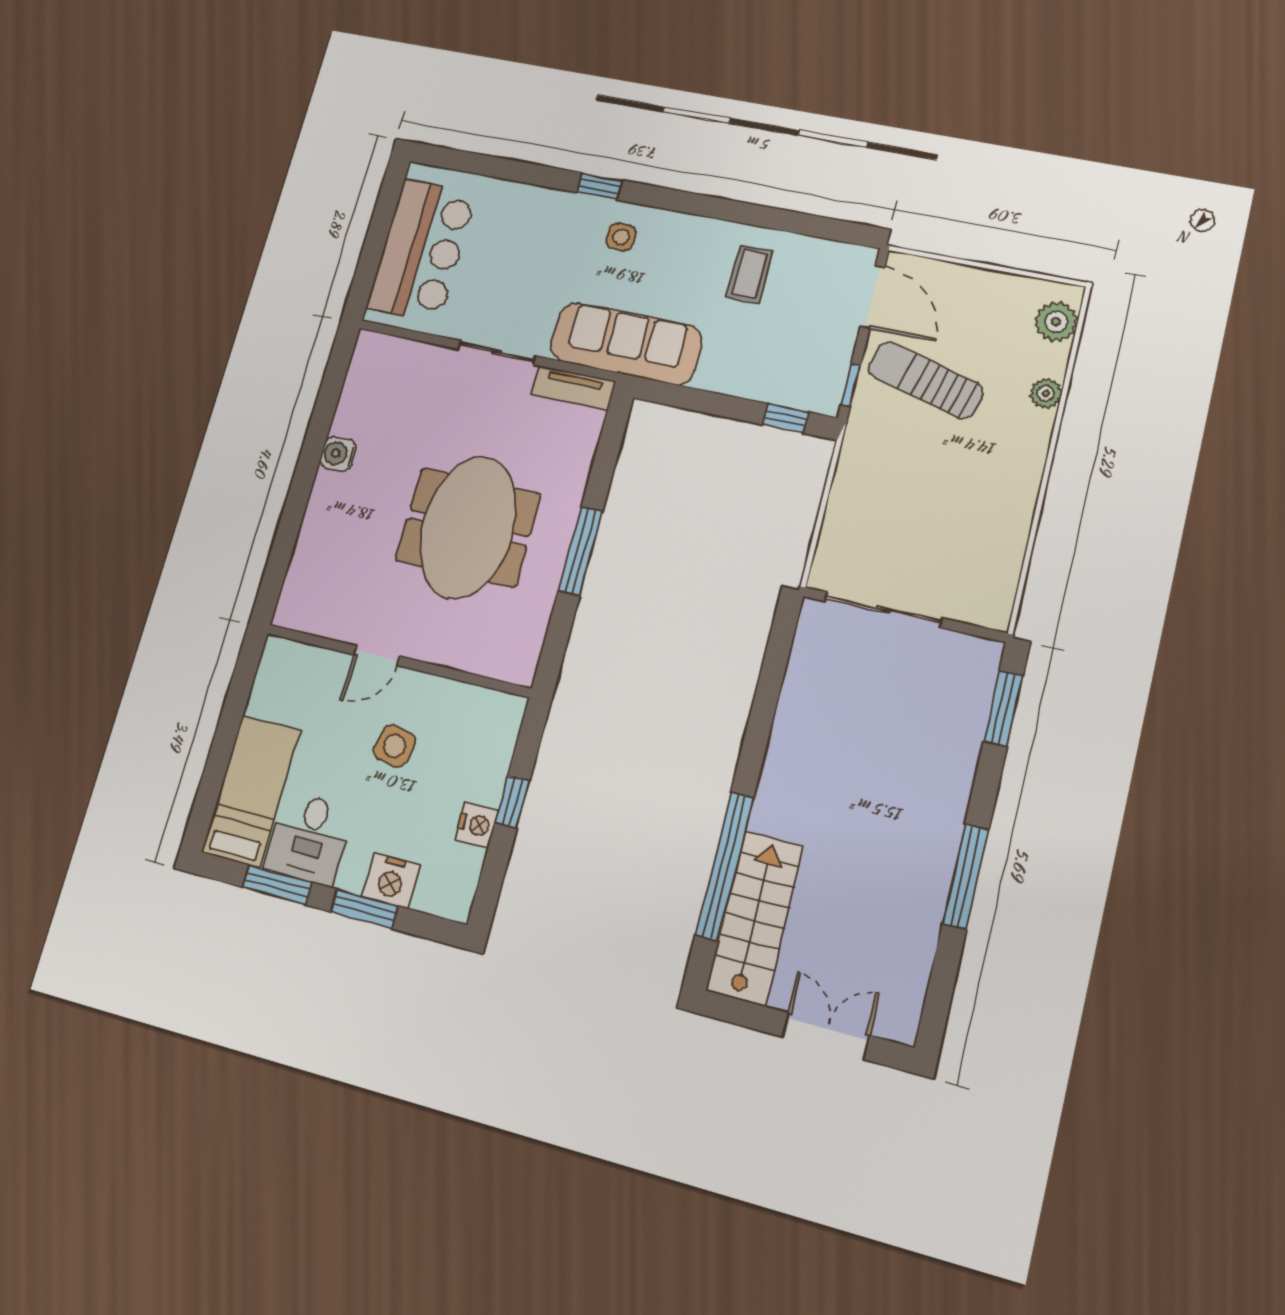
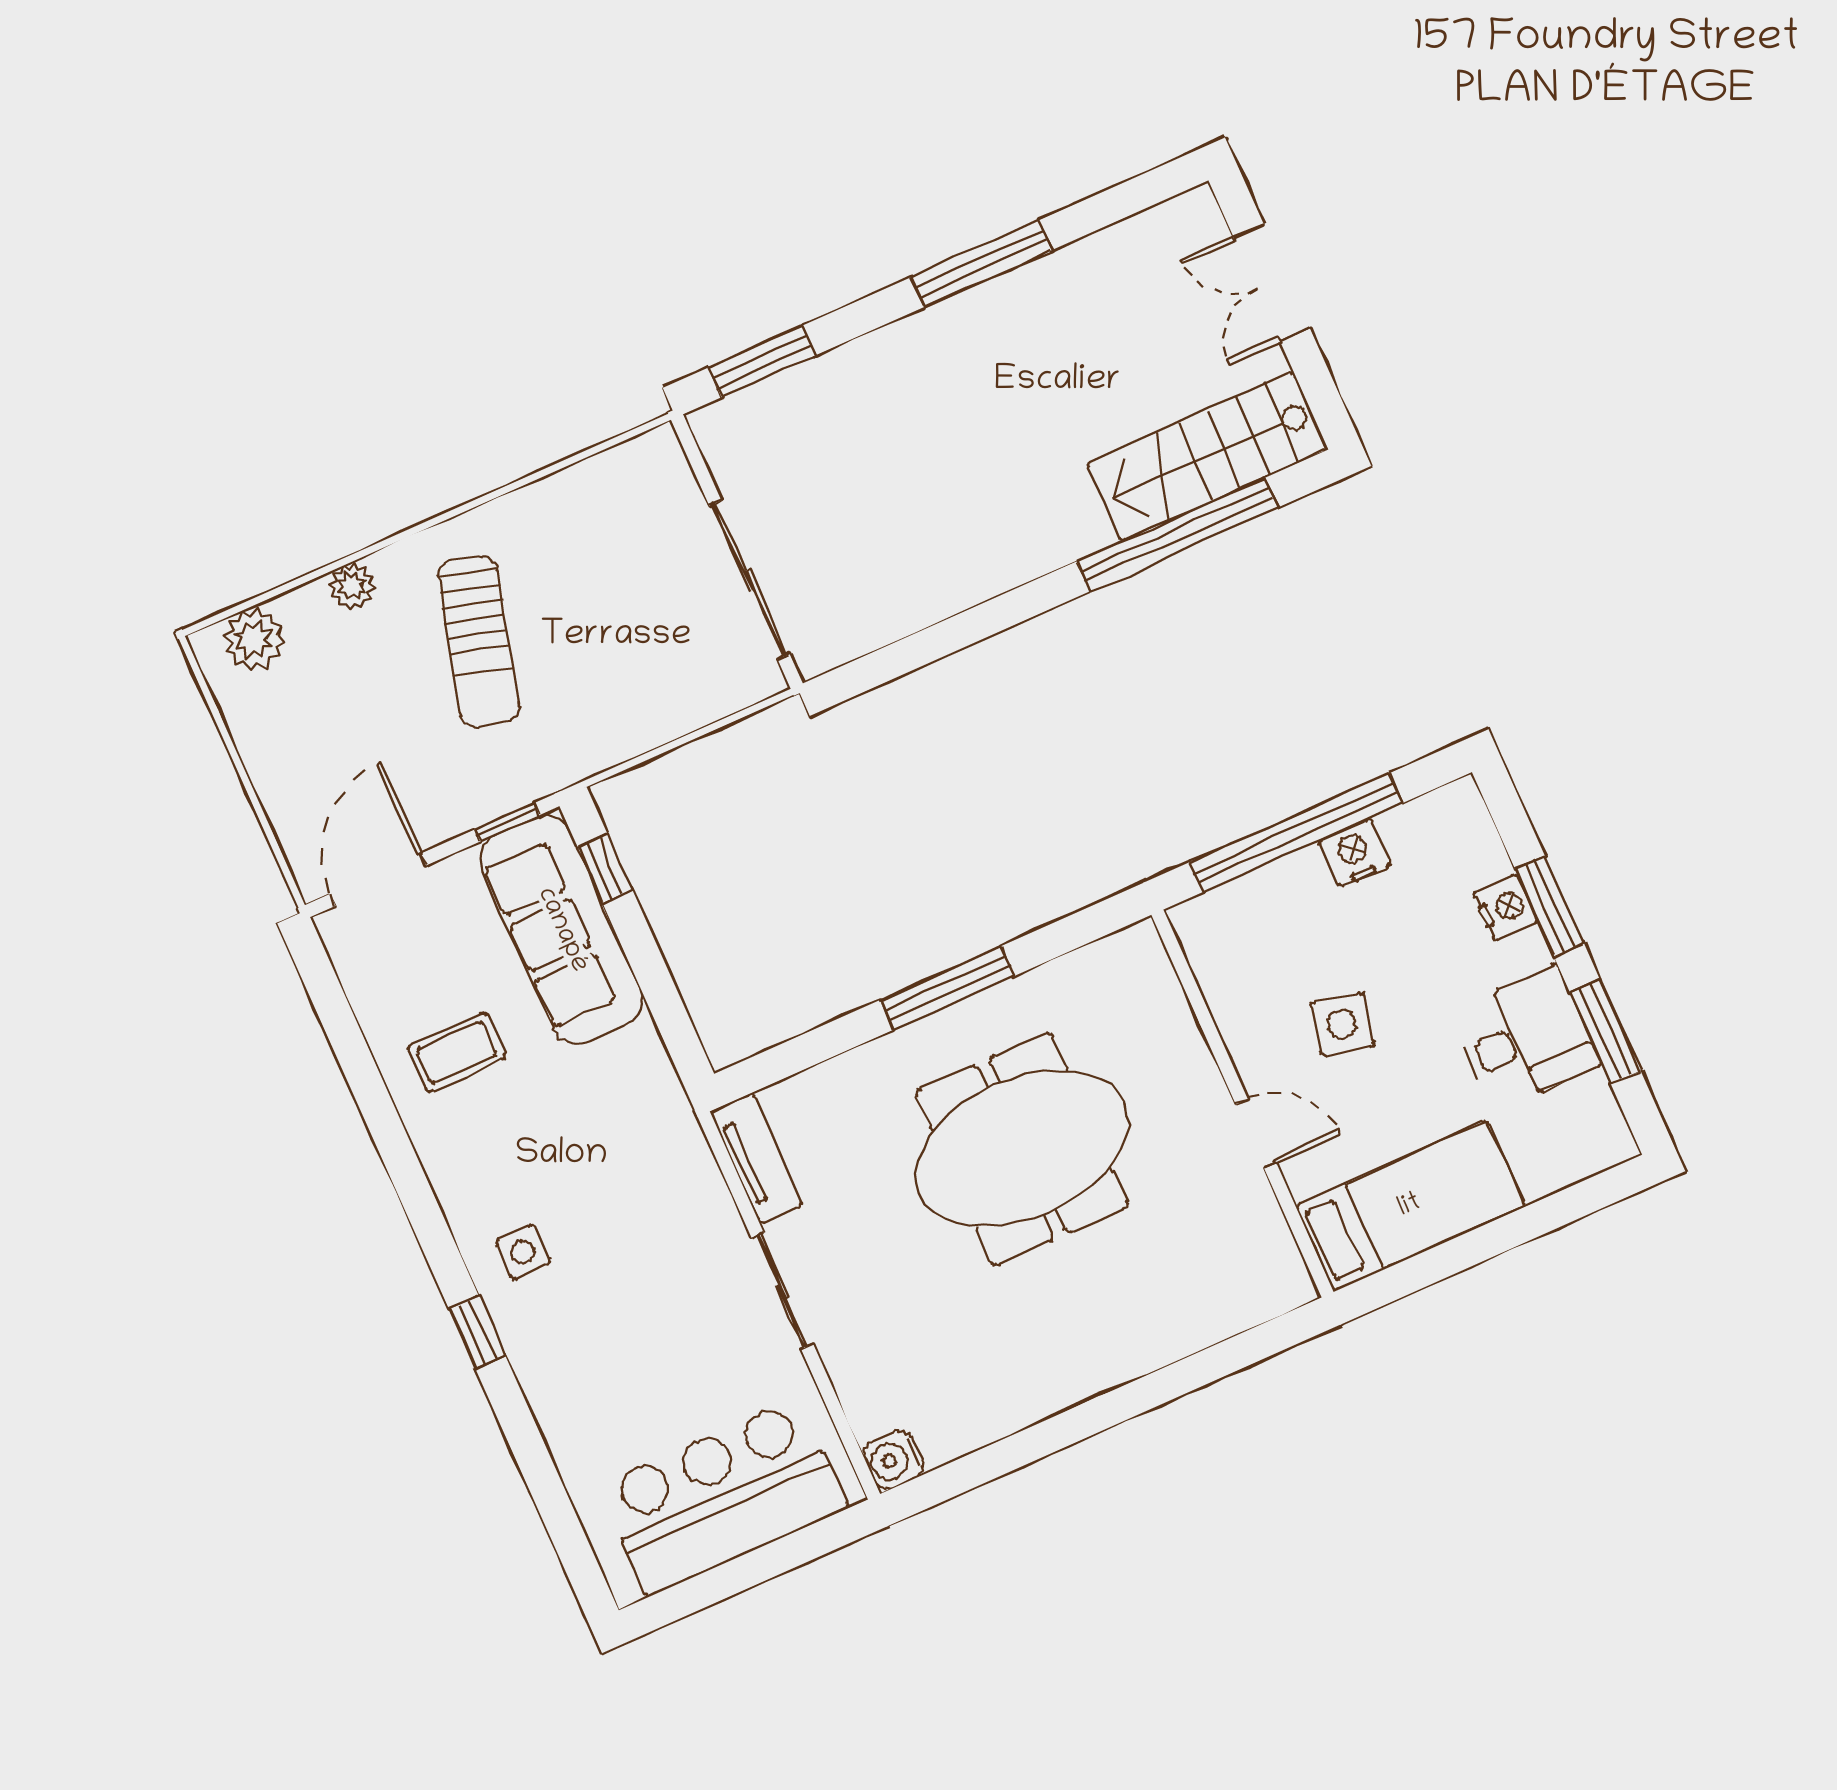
sofa: (626, 343) -> (562, 930), moved
sun lounger: (925, 380) -> (479, 642), moved
water cooler: (338, 454) -> (893, 1460), moved, turned 90
bed: (251, 791) -> (1410, 1206), moved, turned 180
window: (512, 802) -> (1296, 833), width x3.17
nightstand: (391, 881) -> (1505, 907), width x0.74, depth x0.75

